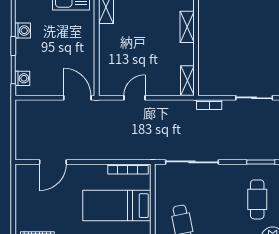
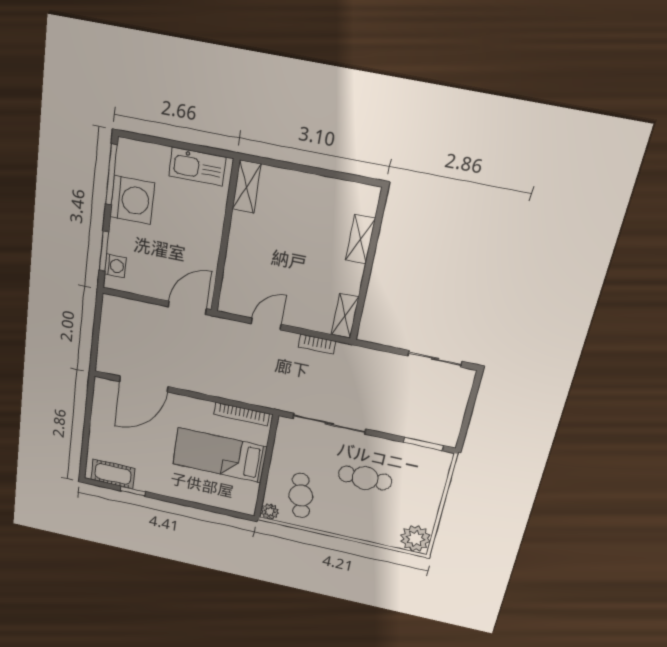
washing machine: (23, 31) -> (132, 200), width x1.89, depth x1.89
door: (77, 98) -> (187, 308), hinge flipped
bookcase: (209, 105) -> (317, 344), moved
door: (53, 162) -> (144, 384), width x1.36
cafe table: (257, 199) -> (365, 478), moved, turned 90

